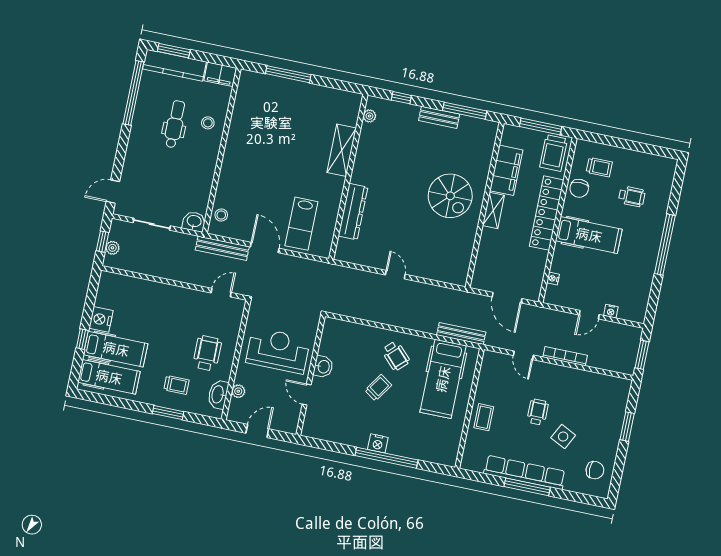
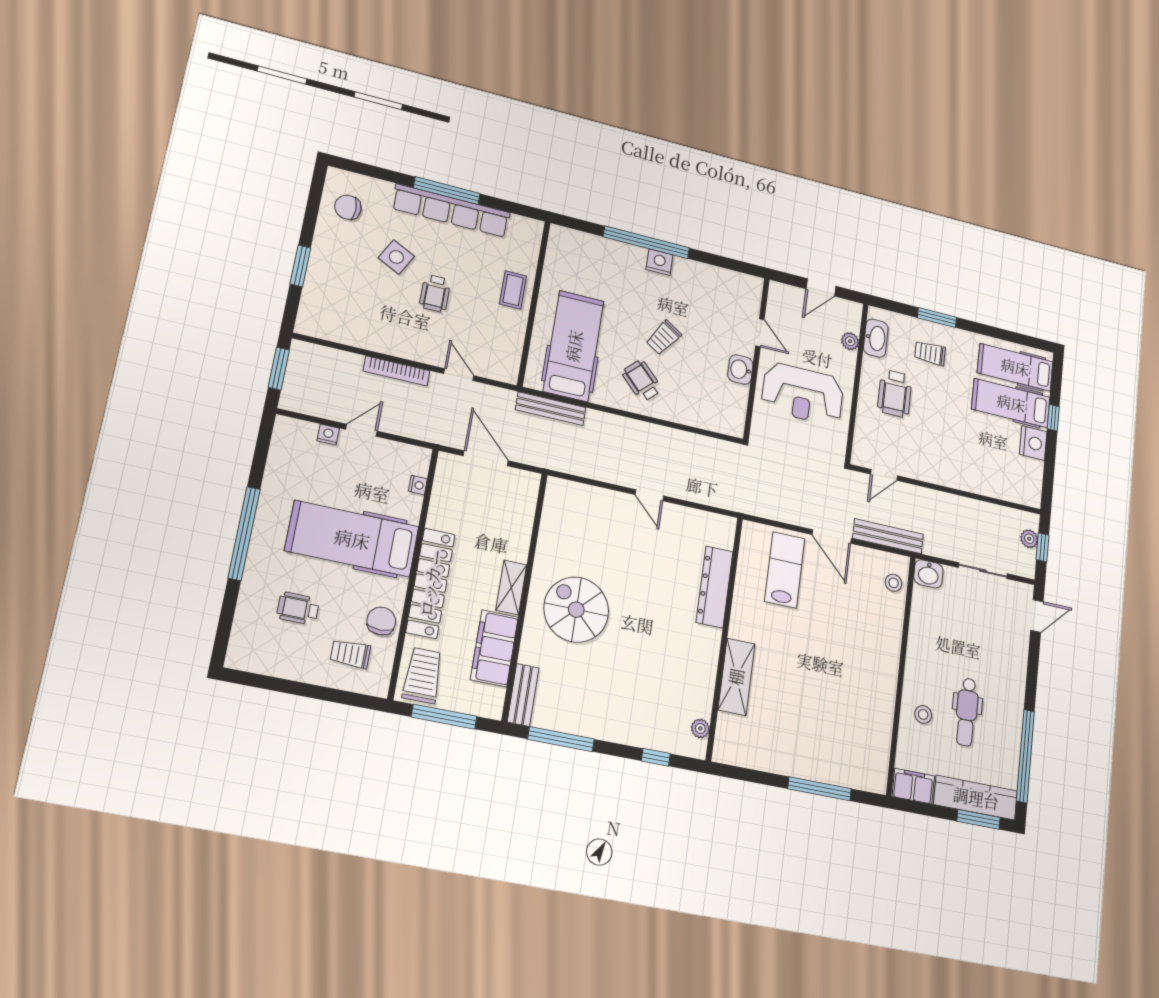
bench: (439, 117) -> (523, 695), moved, turned 90
hospital bed: (589, 235) -> (352, 539), width x1.37, depth x1.29

